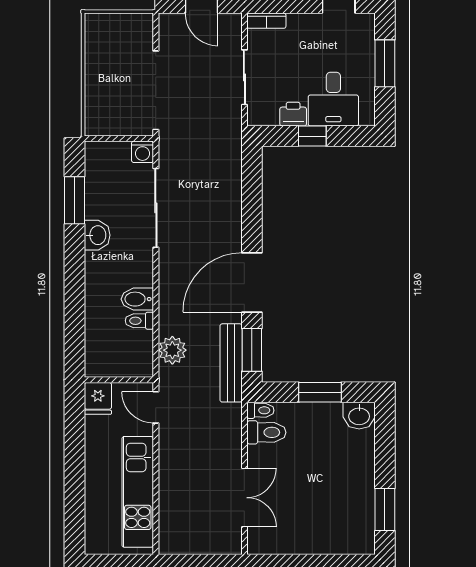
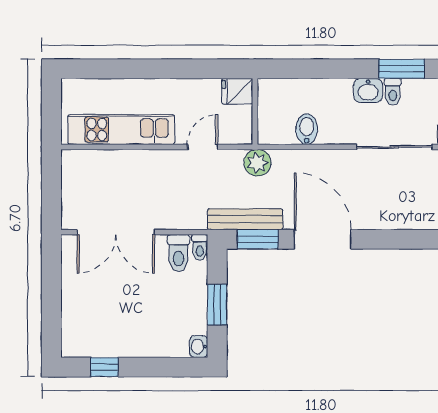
toilet: (139, 321) -> (393, 92), moved, turned 180
wall: (119, 380) -> (255, 111), moved
fridge: (98, 398) -> (237, 91), moved
washbasin: (359, 416) -> (199, 346), width x0.72, depth x0.69
double door: (244, 498) -> (116, 232), width x1.37
window: (385, 509) -> (104, 367), width x0.67

